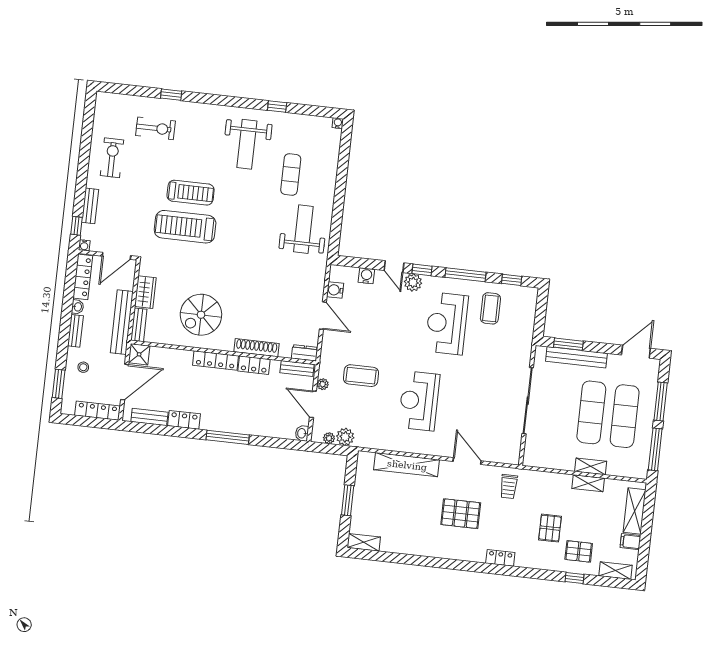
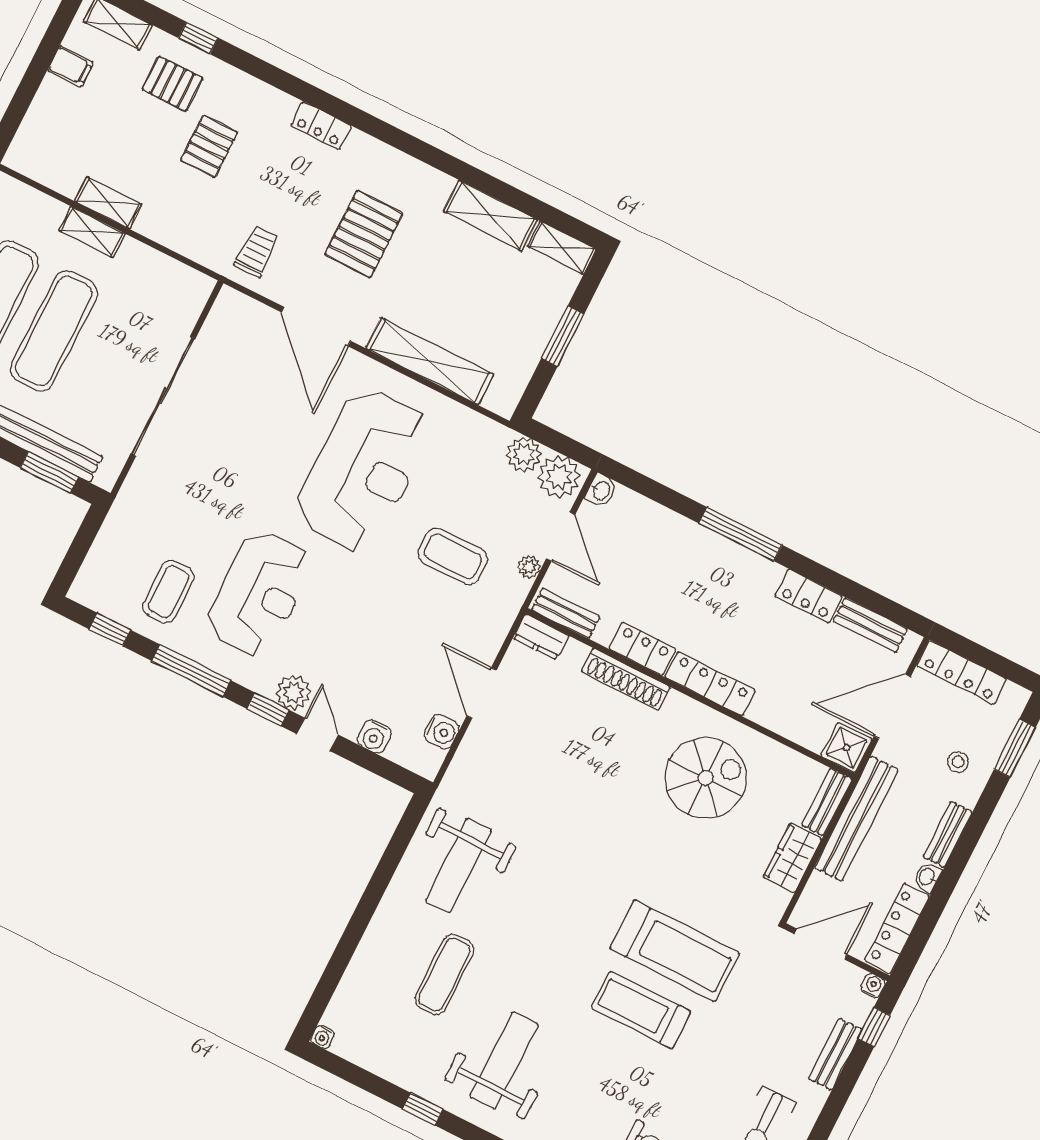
reception desk: (419, 401) -> (363, 470), width x1.36, depth x1.30
plant: (329, 438) -> (559, 477), width x1.88, depth x1.88
door: (467, 461) -> (316, 326), width x1.36
shelving: (635, 511) -> (490, 216), moved, turned 90
pallet: (461, 514) -> (364, 234), turned 90

